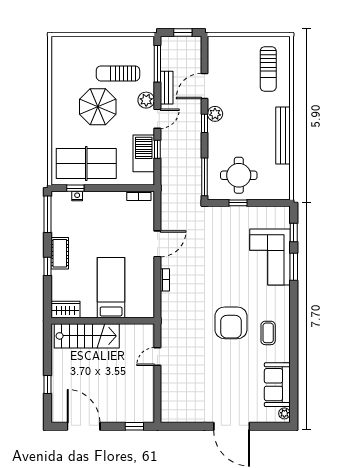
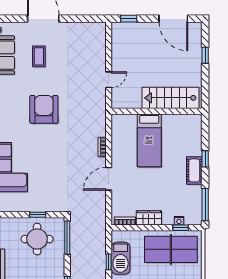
wardrobe: (65, 310) -> (149, 218), moved, turned 180
coffee table: (268, 333) -> (39, 56), moved

